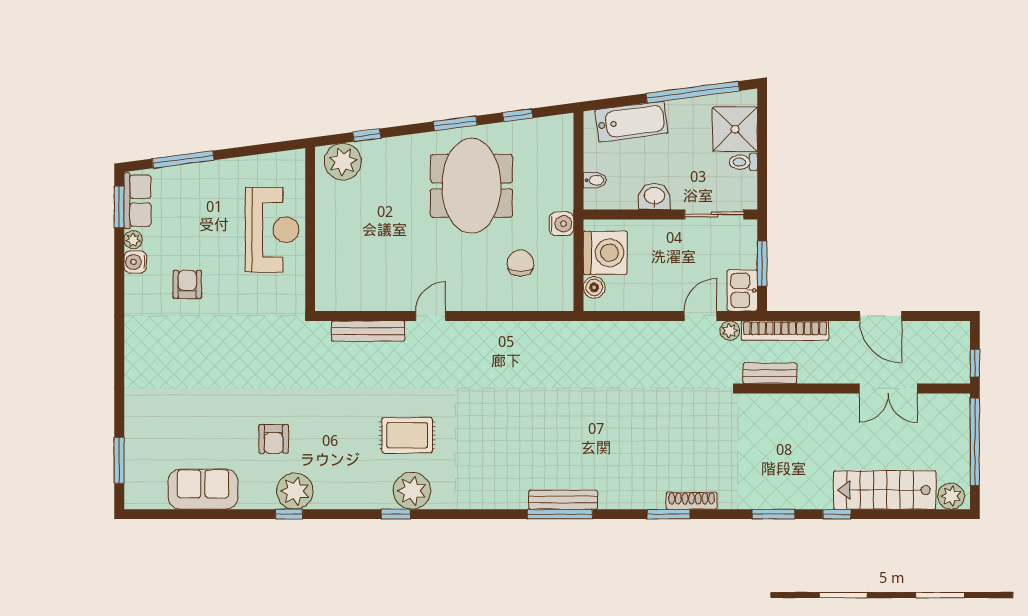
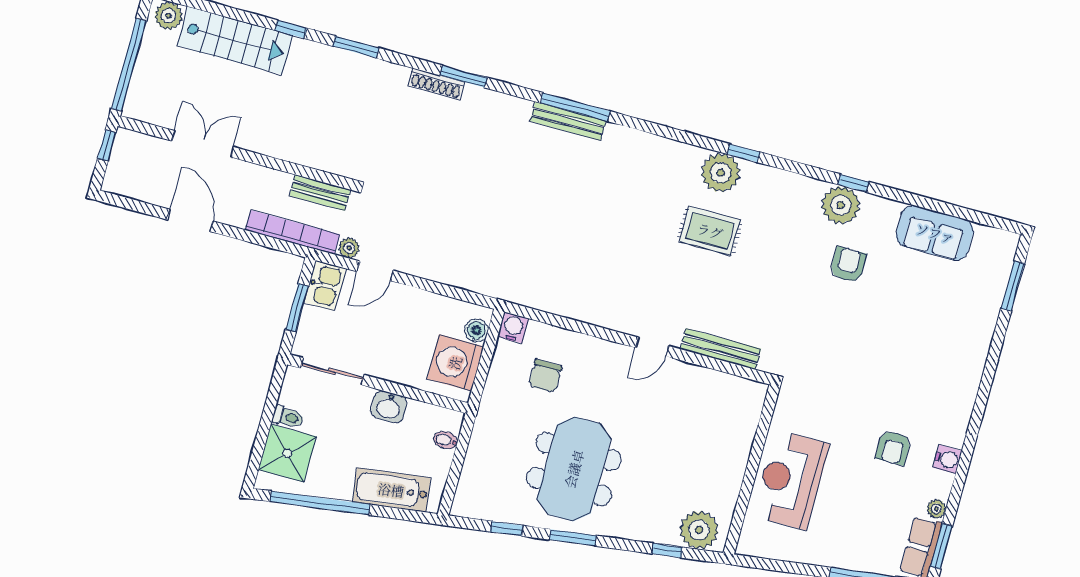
water cooler: (561, 224) -> (513, 328), moved, turned 90
water cooler: (135, 262) -> (947, 459), moved

